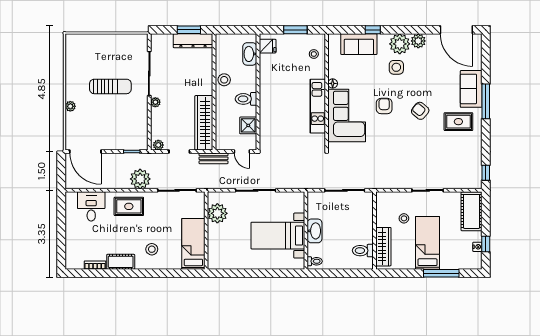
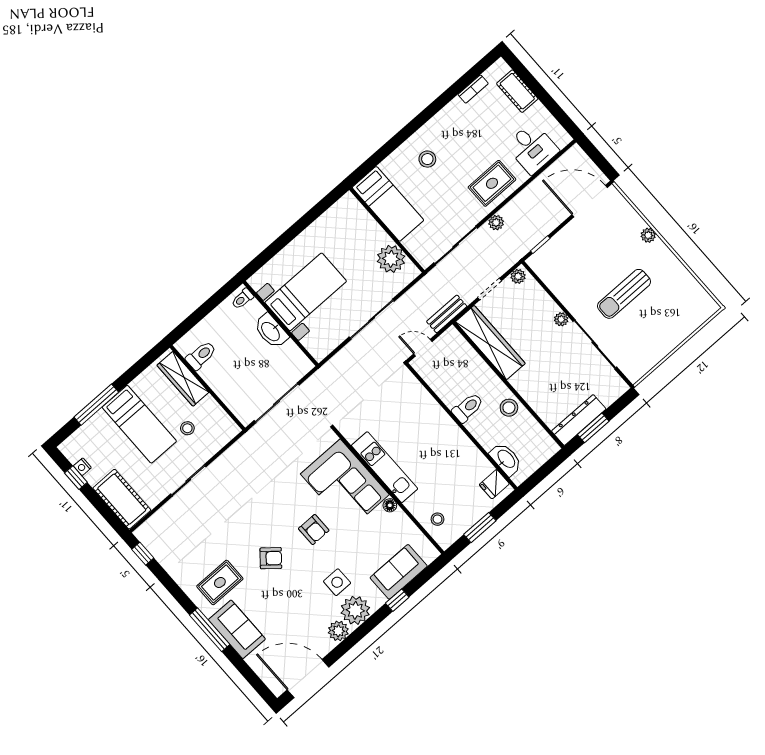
shower: (248, 125) -> (440, 381), removed
plant: (140, 179) -> (496, 223), width x0.53, depth x0.53
cot: (121, 262) -> (517, 91), moved, turned 90

